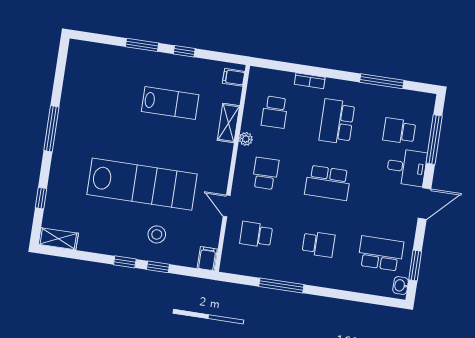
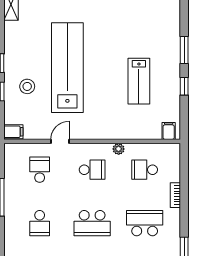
shelving: (228, 123) -> (130, 132), removed
school desk: (328, 183) -> (92, 223), turned -90
lab bench: (142, 184) -> (67, 68), turned 180

